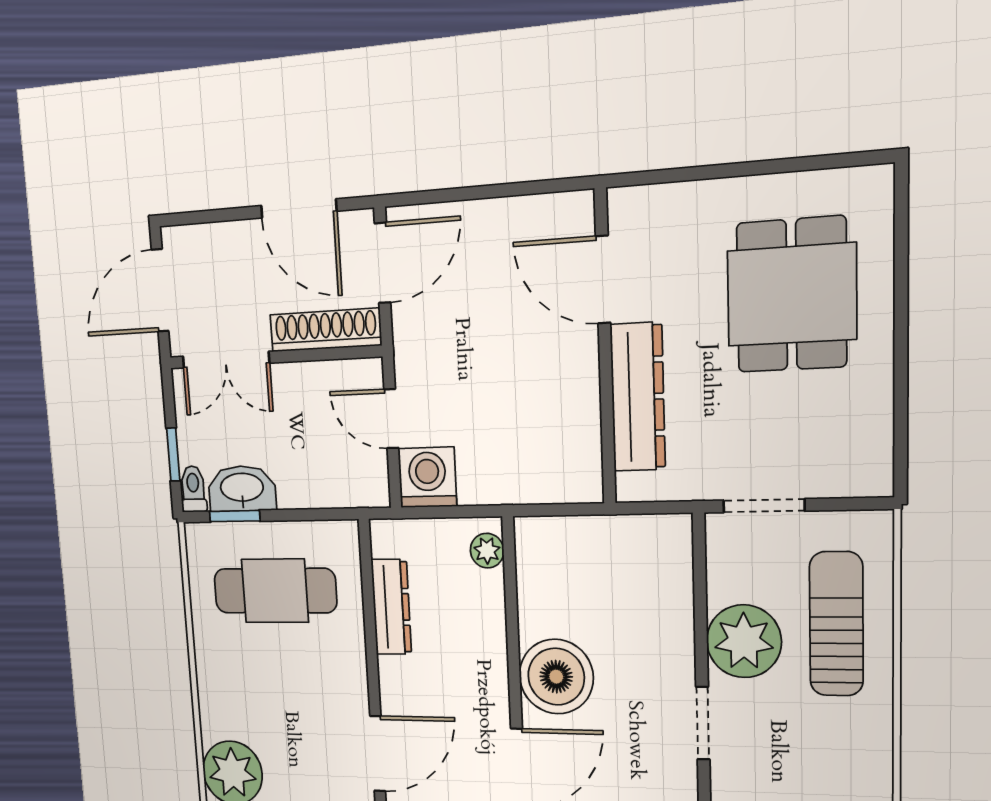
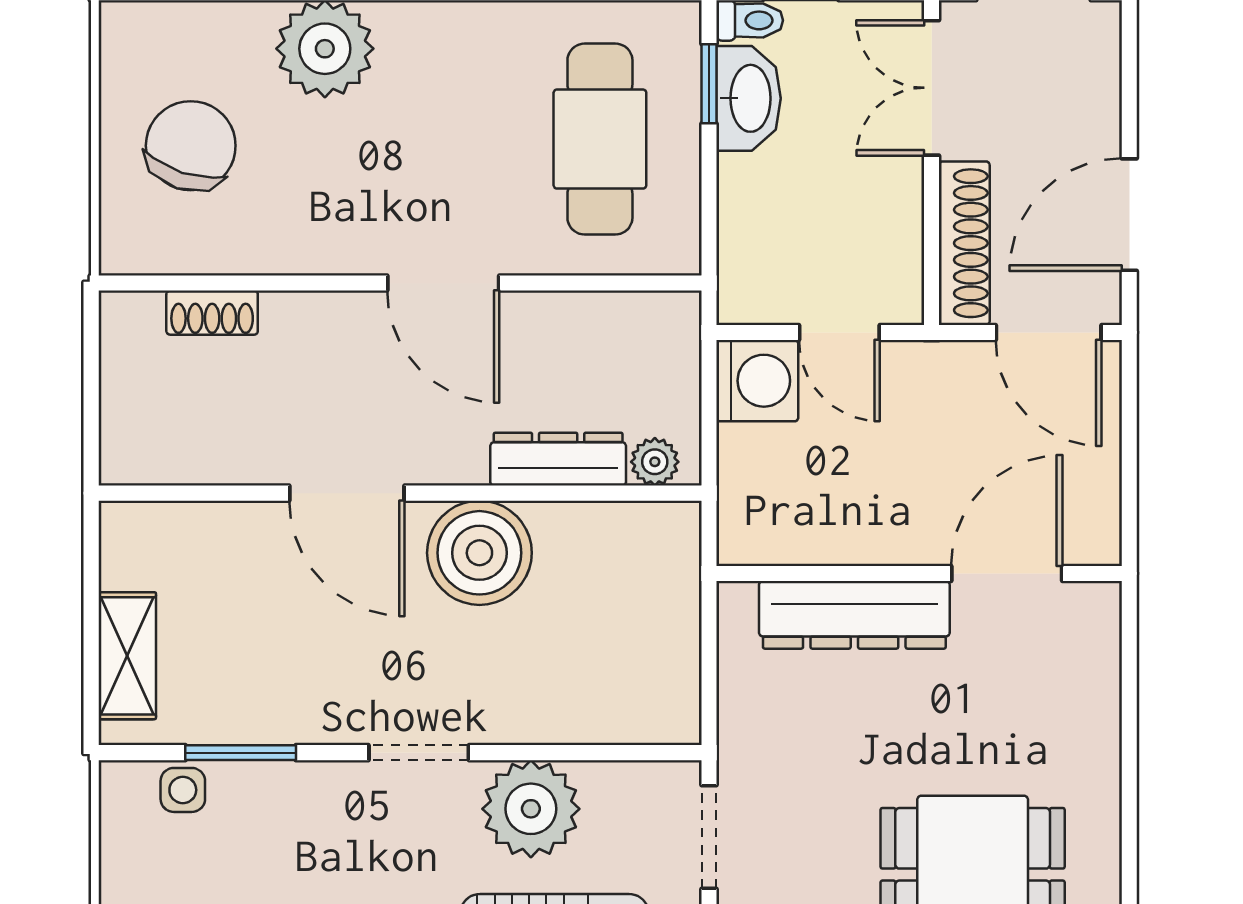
door: (603, 280) -> (1007, 573), moved
wall: (605, 348) -> (919, 573), moved
dresser: (638, 397) -> (854, 615), moved
door: (391, 419) -> (839, 332), swing flipped
dresser: (391, 607) -> (558, 459), moved, turned 180
door: (378, 754) -> (443, 283), moved

